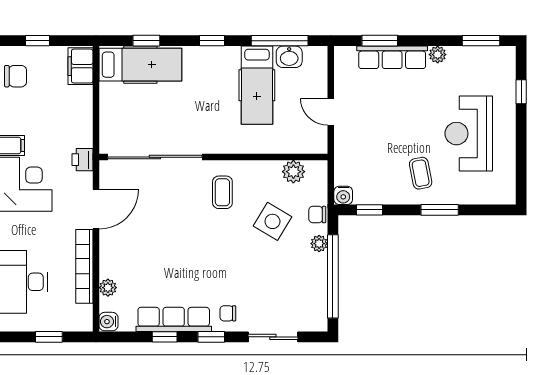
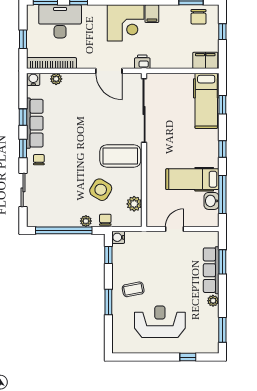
coffee table: (222, 192) -> (120, 156), width x1.86, depth x1.72
bookcase: (84, 266) -> (51, 63), moved

